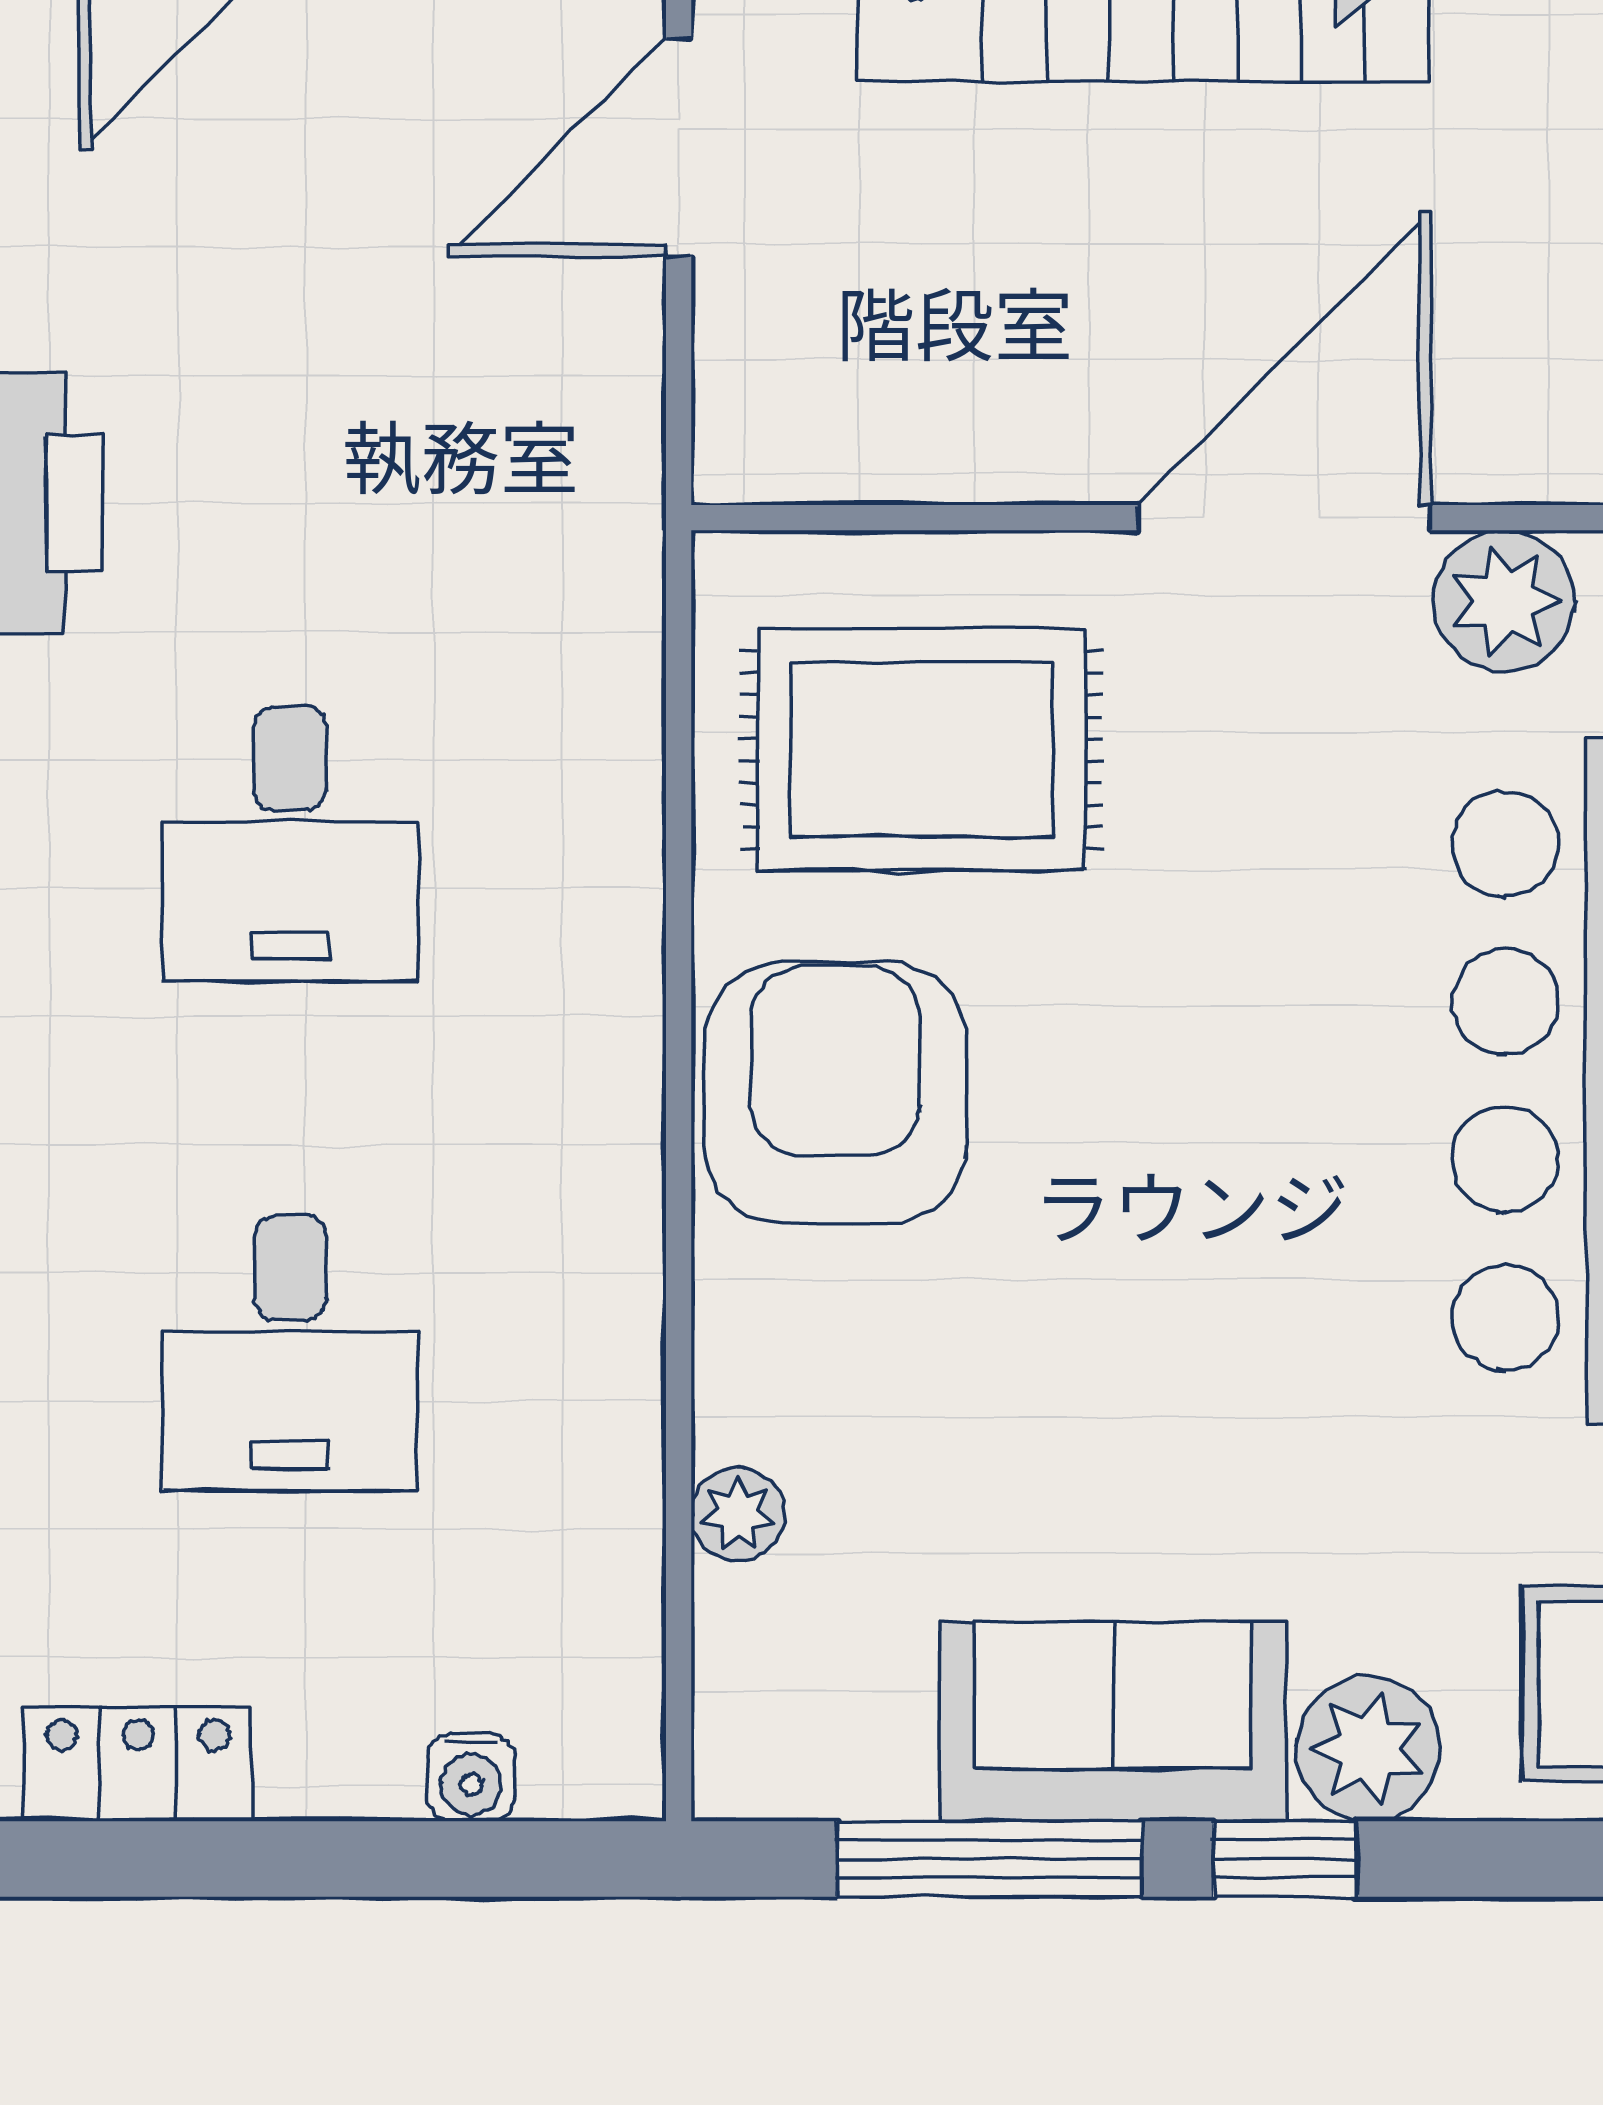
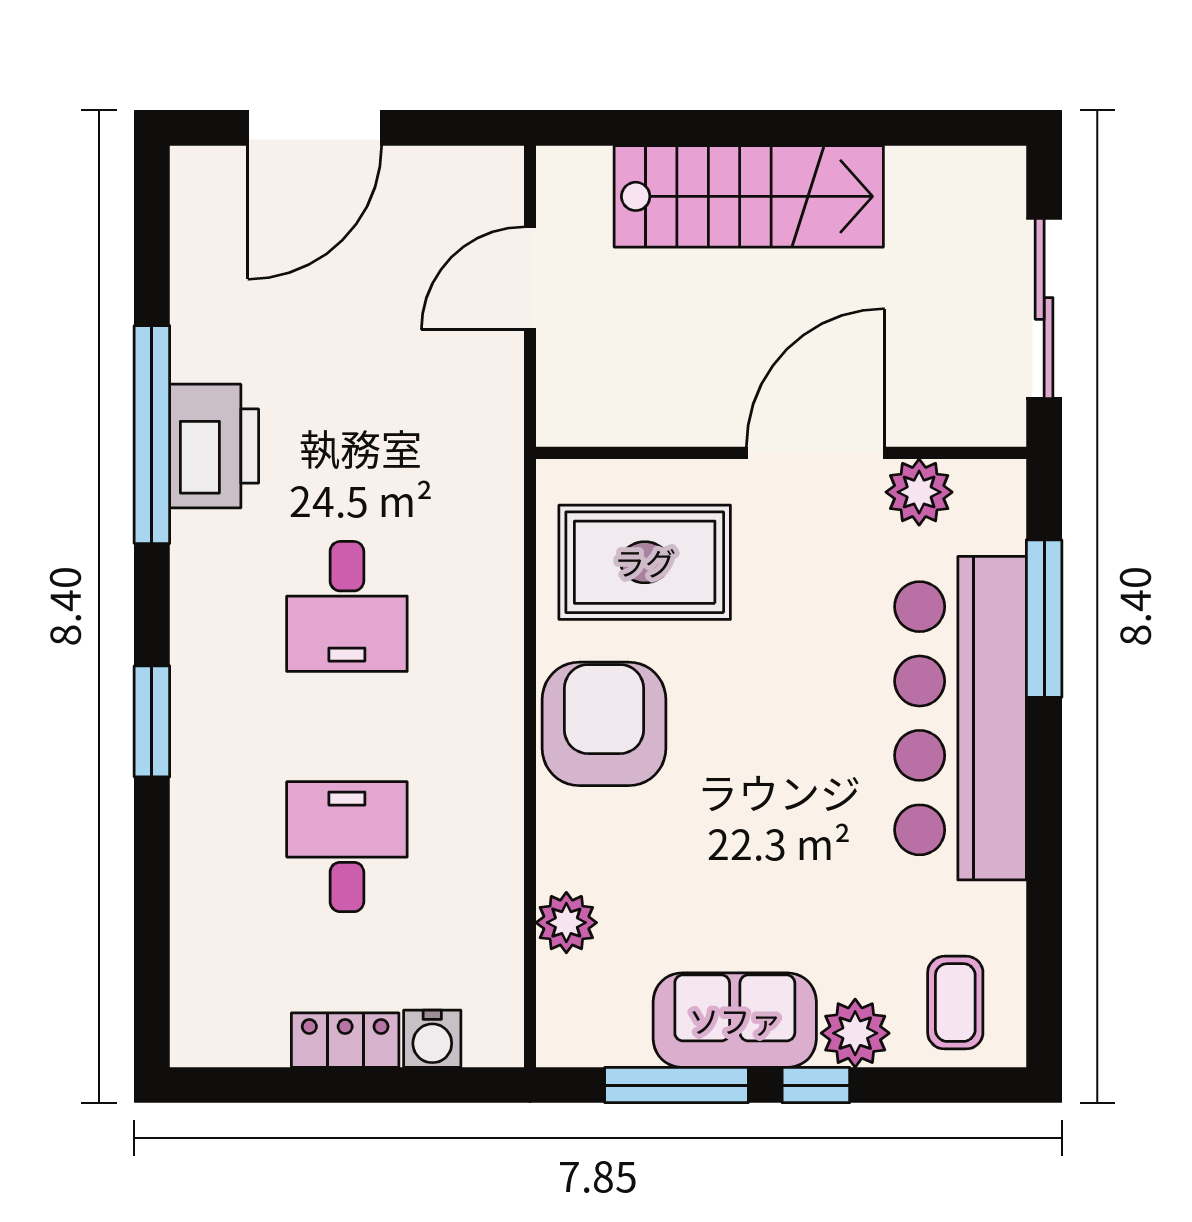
desk: (290, 1353) -> (347, 847), turned 180
plant: (738, 1514) -> (566, 923), width x1.38, depth x1.38
locker: (138, 1764) -> (345, 1040), moved
water cooler: (471, 1777) -> (432, 1039), width x1.38, depth x1.38

